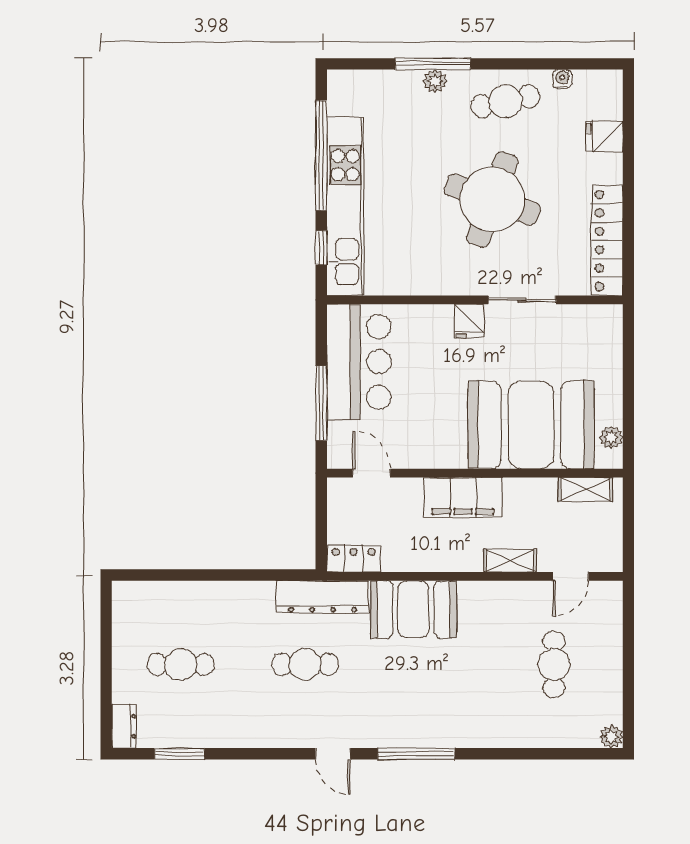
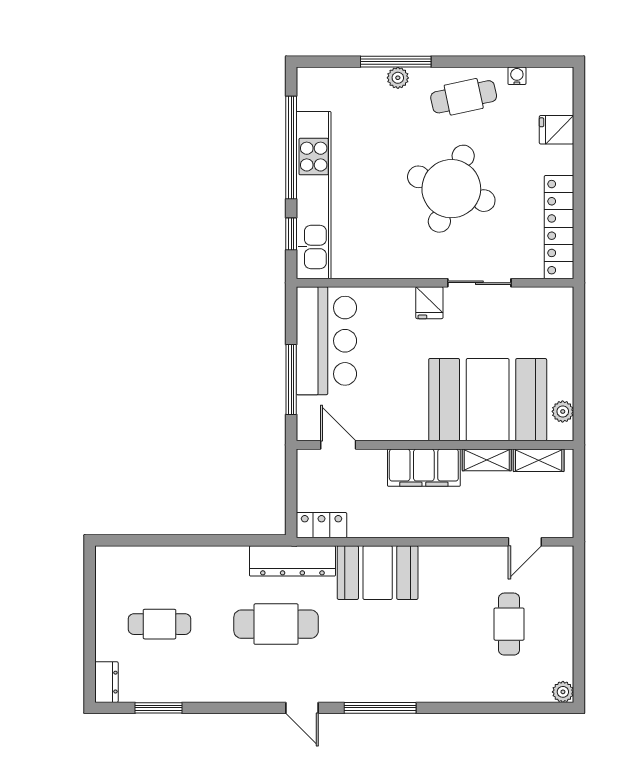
shelving: (510, 560) -> (487, 460), moved
cafe table: (305, 664) -> (276, 624), width x1.37, depth x1.35

